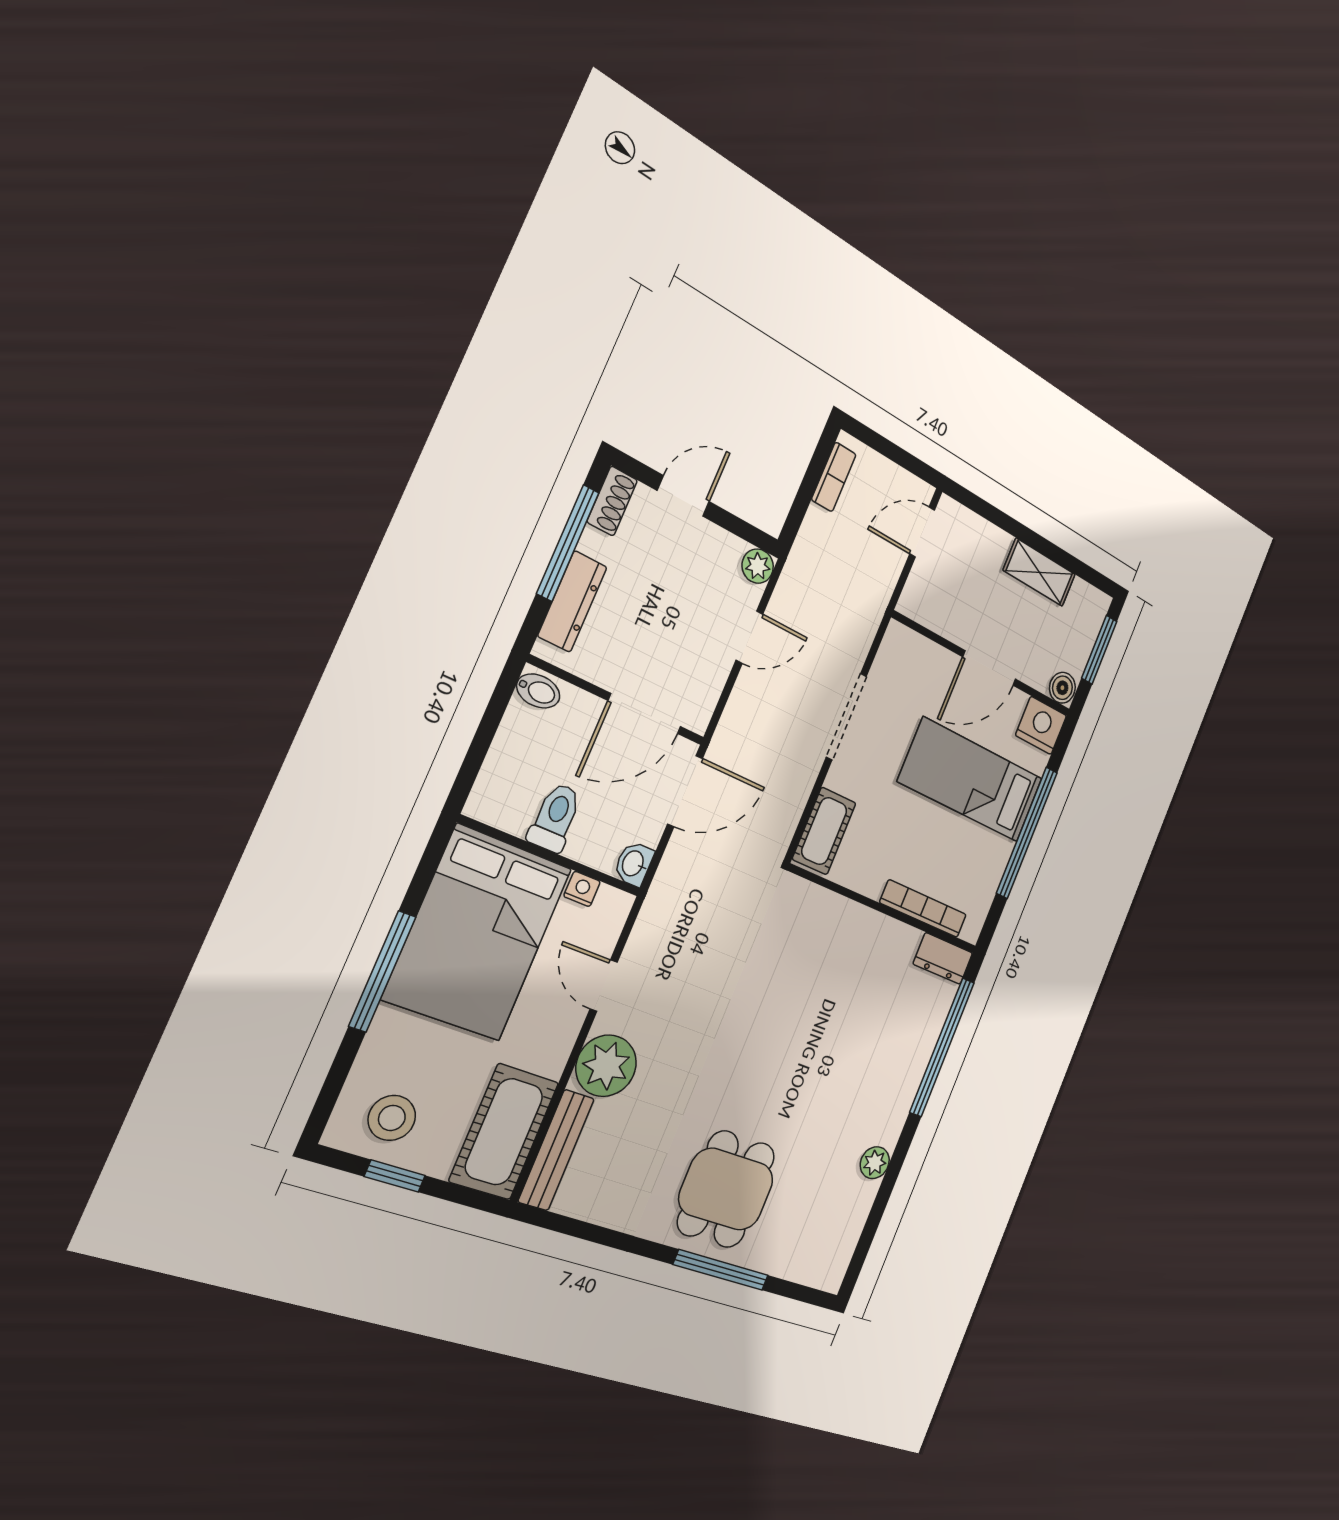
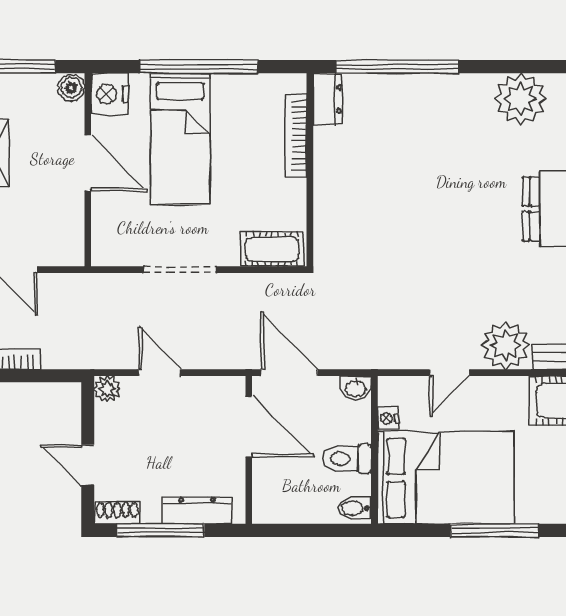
bidet: (538, 691) -> (355, 508), moved, turned -90
plant: (875, 1163) -> (520, 99), width x1.87, depth x1.87

